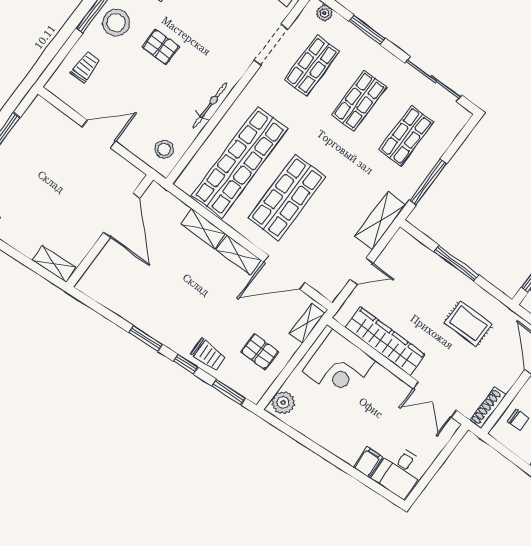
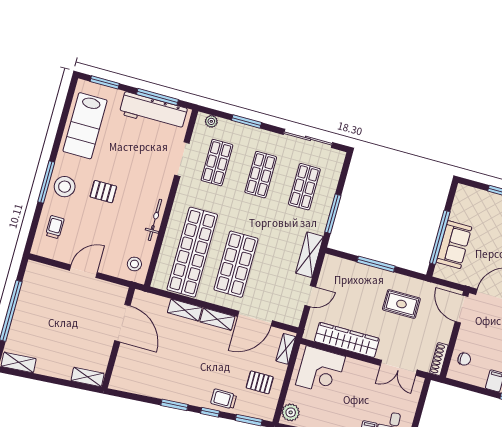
trolley: (208, 355) -> (224, 399), turned 180

